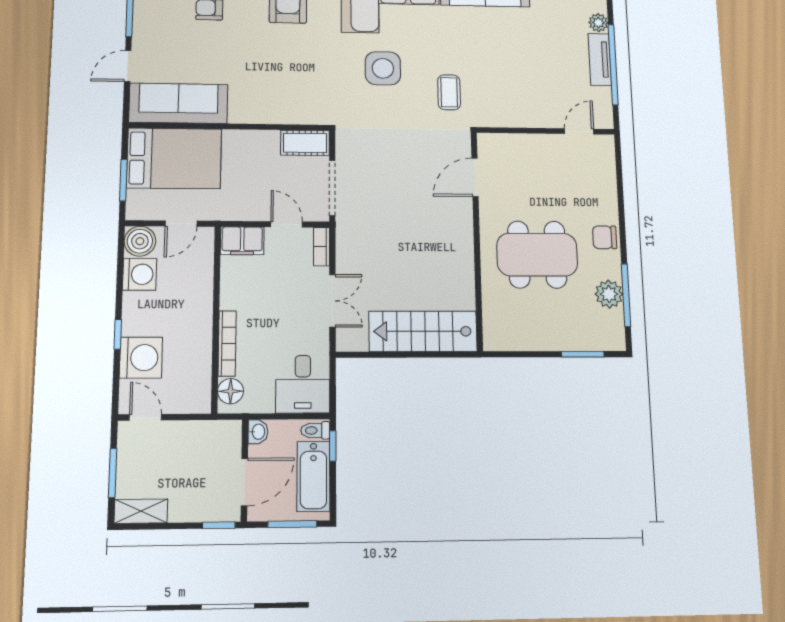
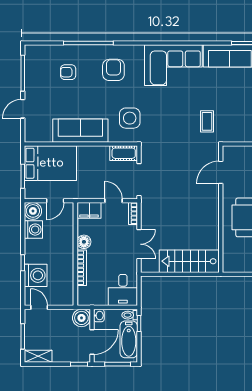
side table: (383, 68) -> (130, 118), moved
sofa: (178, 103) -> (80, 131), moved
floor lamp: (231, 391) -> (84, 242), moved
boiler: (225, 437) -> (81, 318), added

